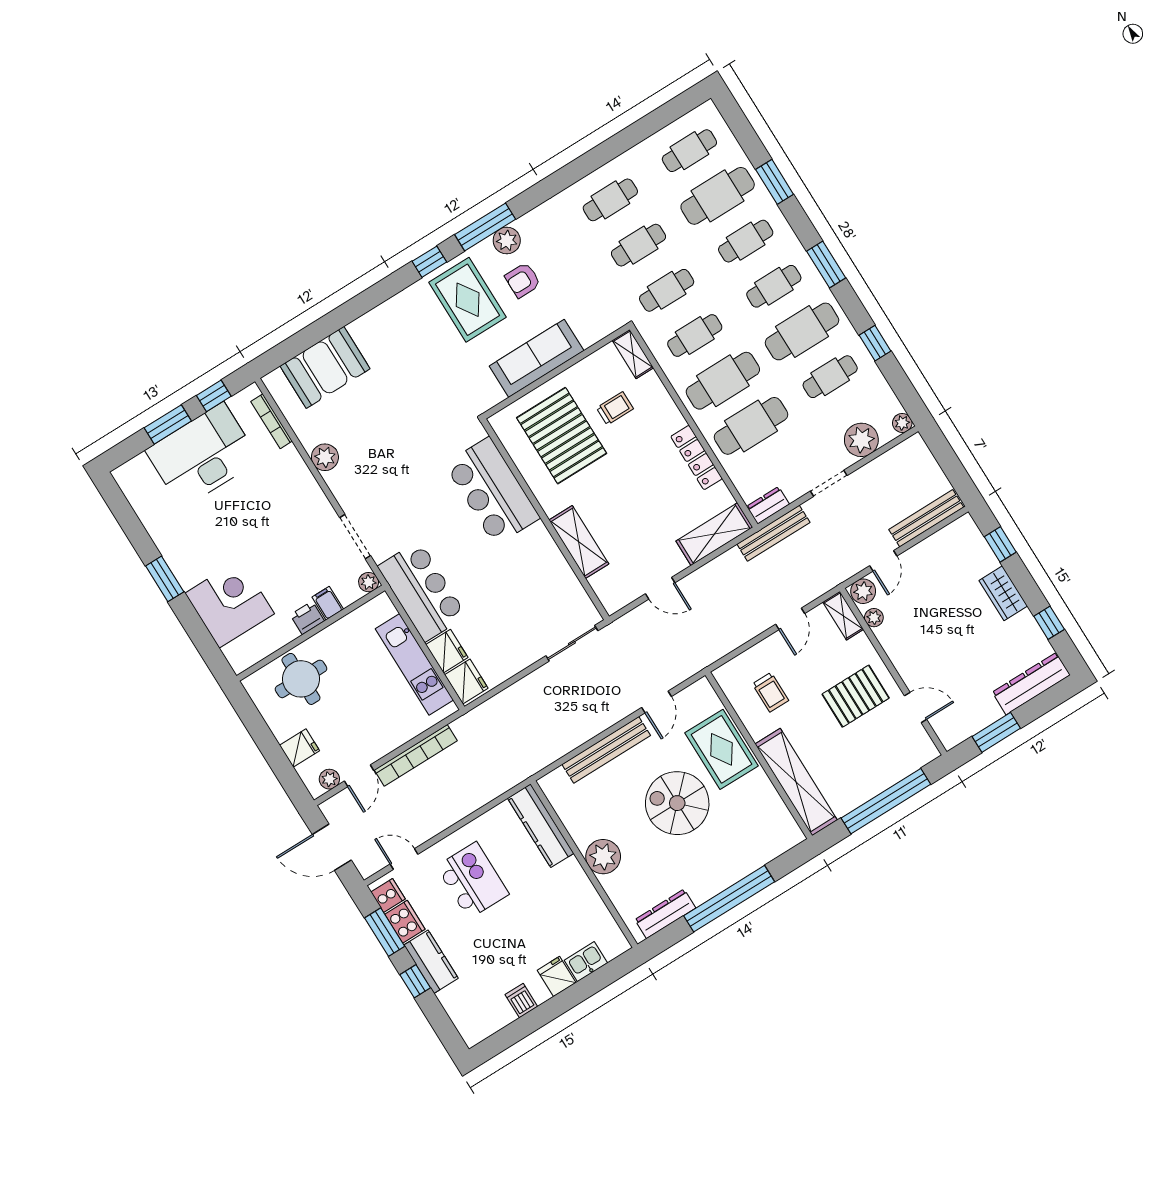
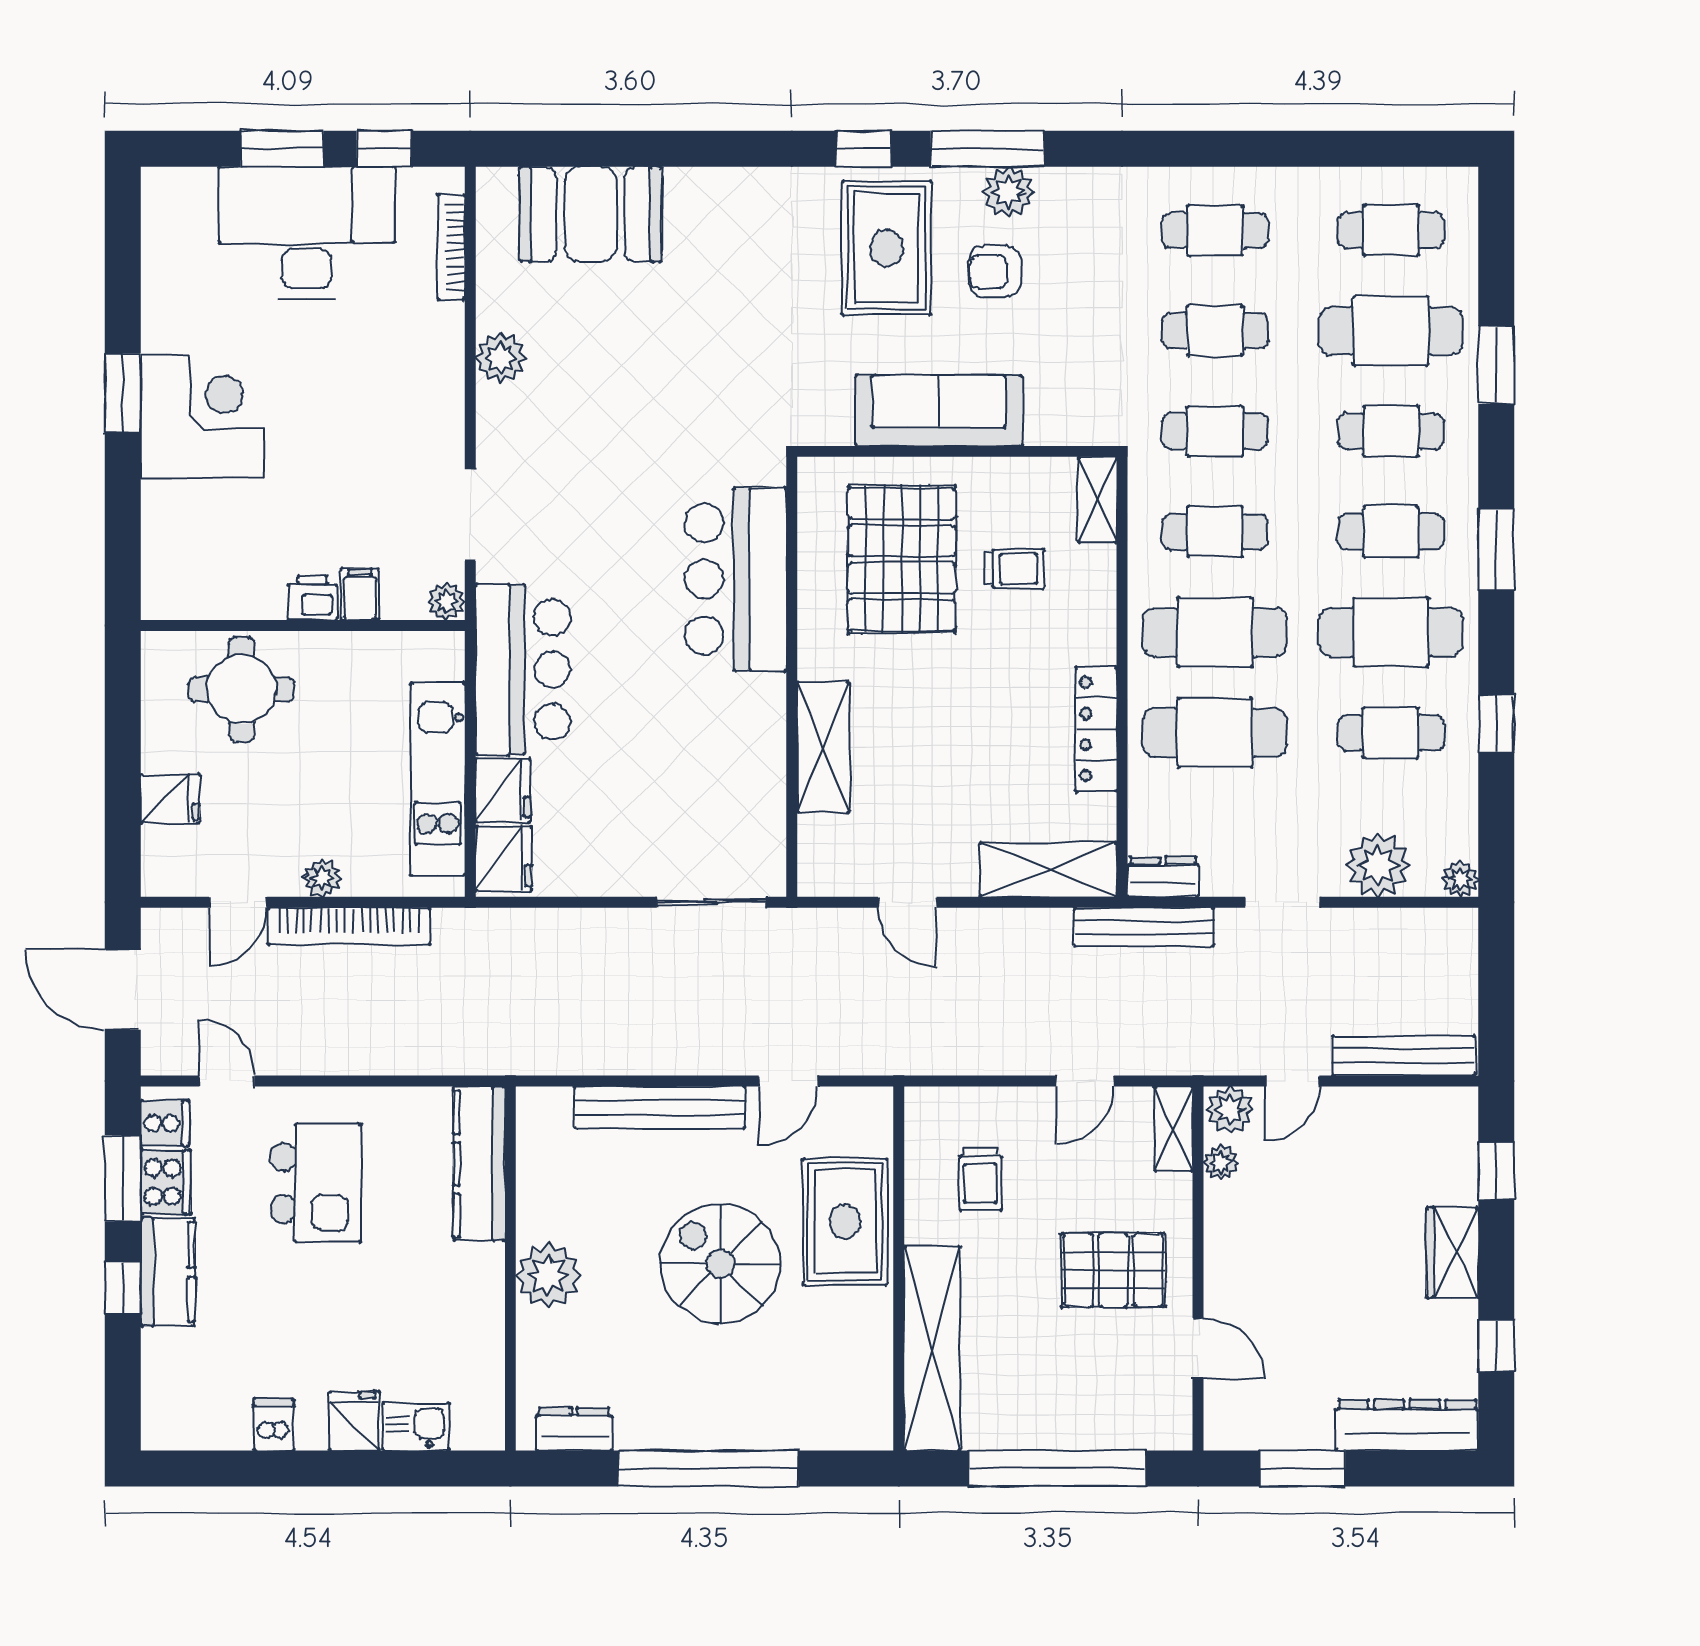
corner desk: (230, 603) -> (202, 417), moved
plant: (329, 779) -> (322, 878), moved
dresser: (665, 914) -> (574, 1429), width x0.70

